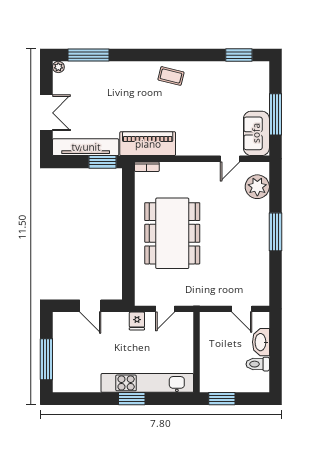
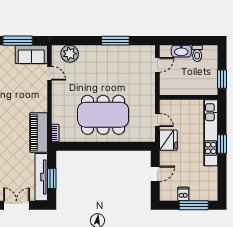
window: (102, 162) -> (52, 179), moved
window: (275, 232) -> (115, 41), moved
fridge: (137, 321) -> (168, 140), width x1.88, depth x1.34
dishwasher: (62, 345) -> (183, 194), added

